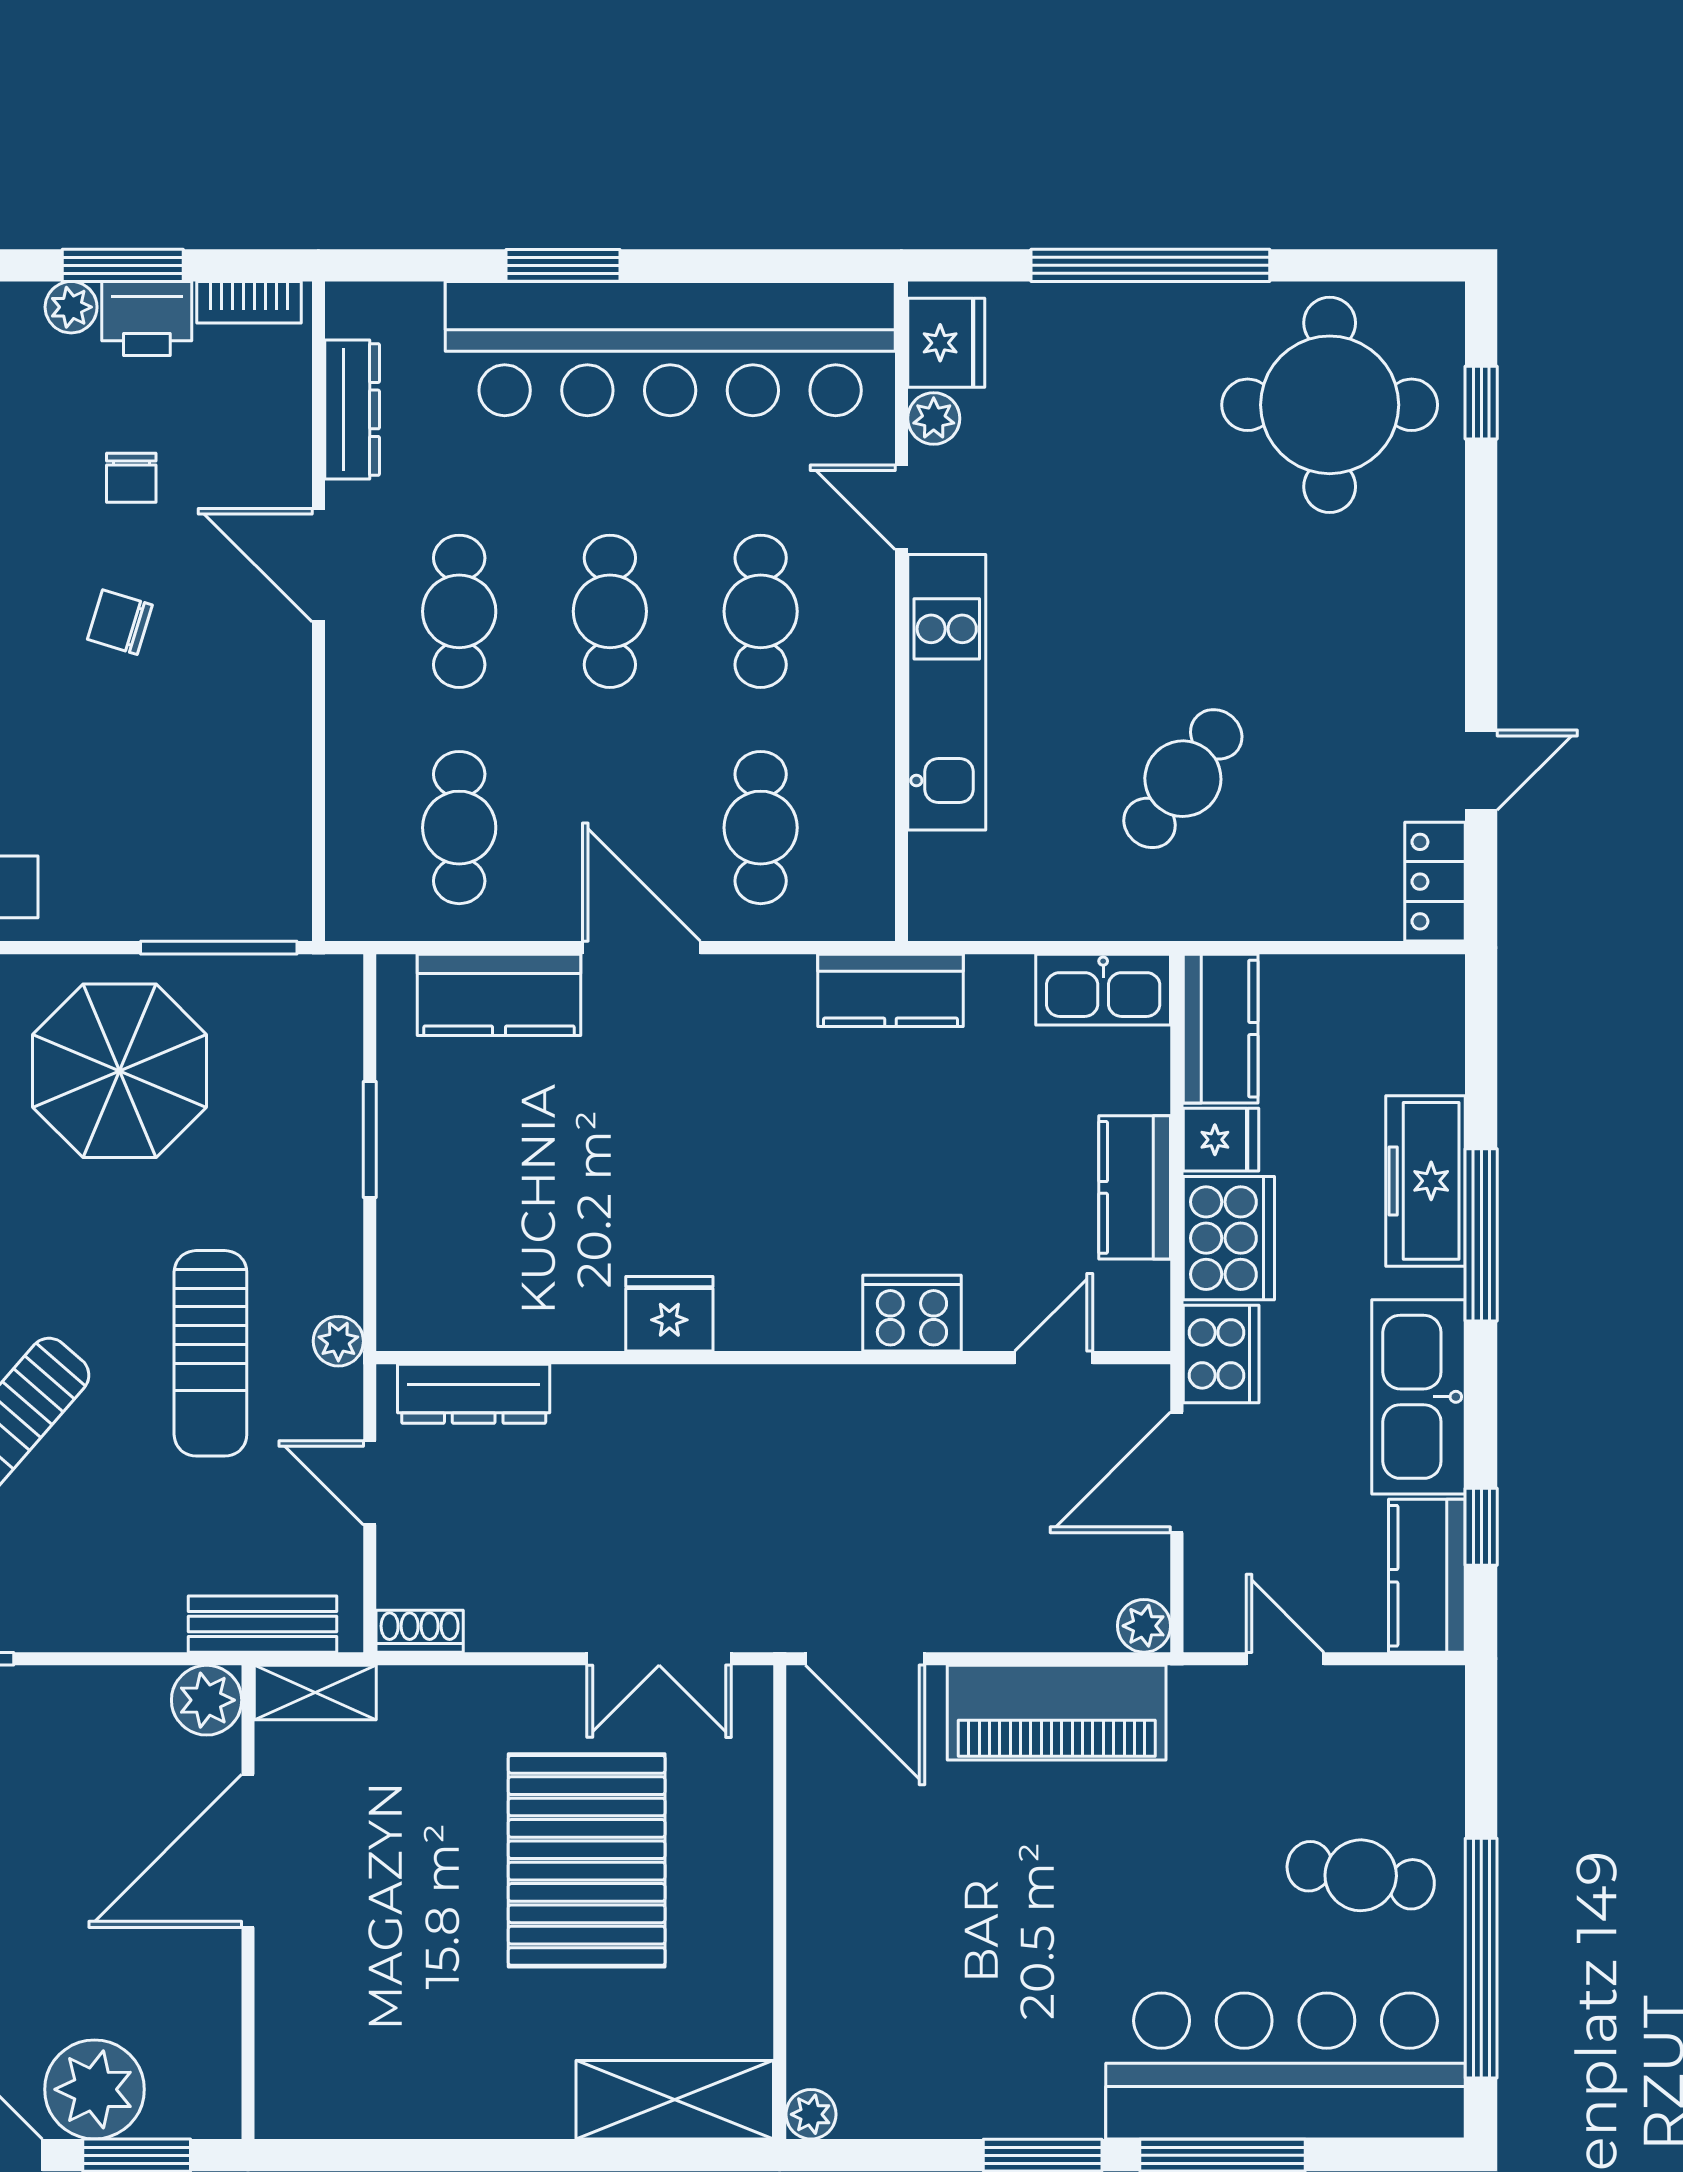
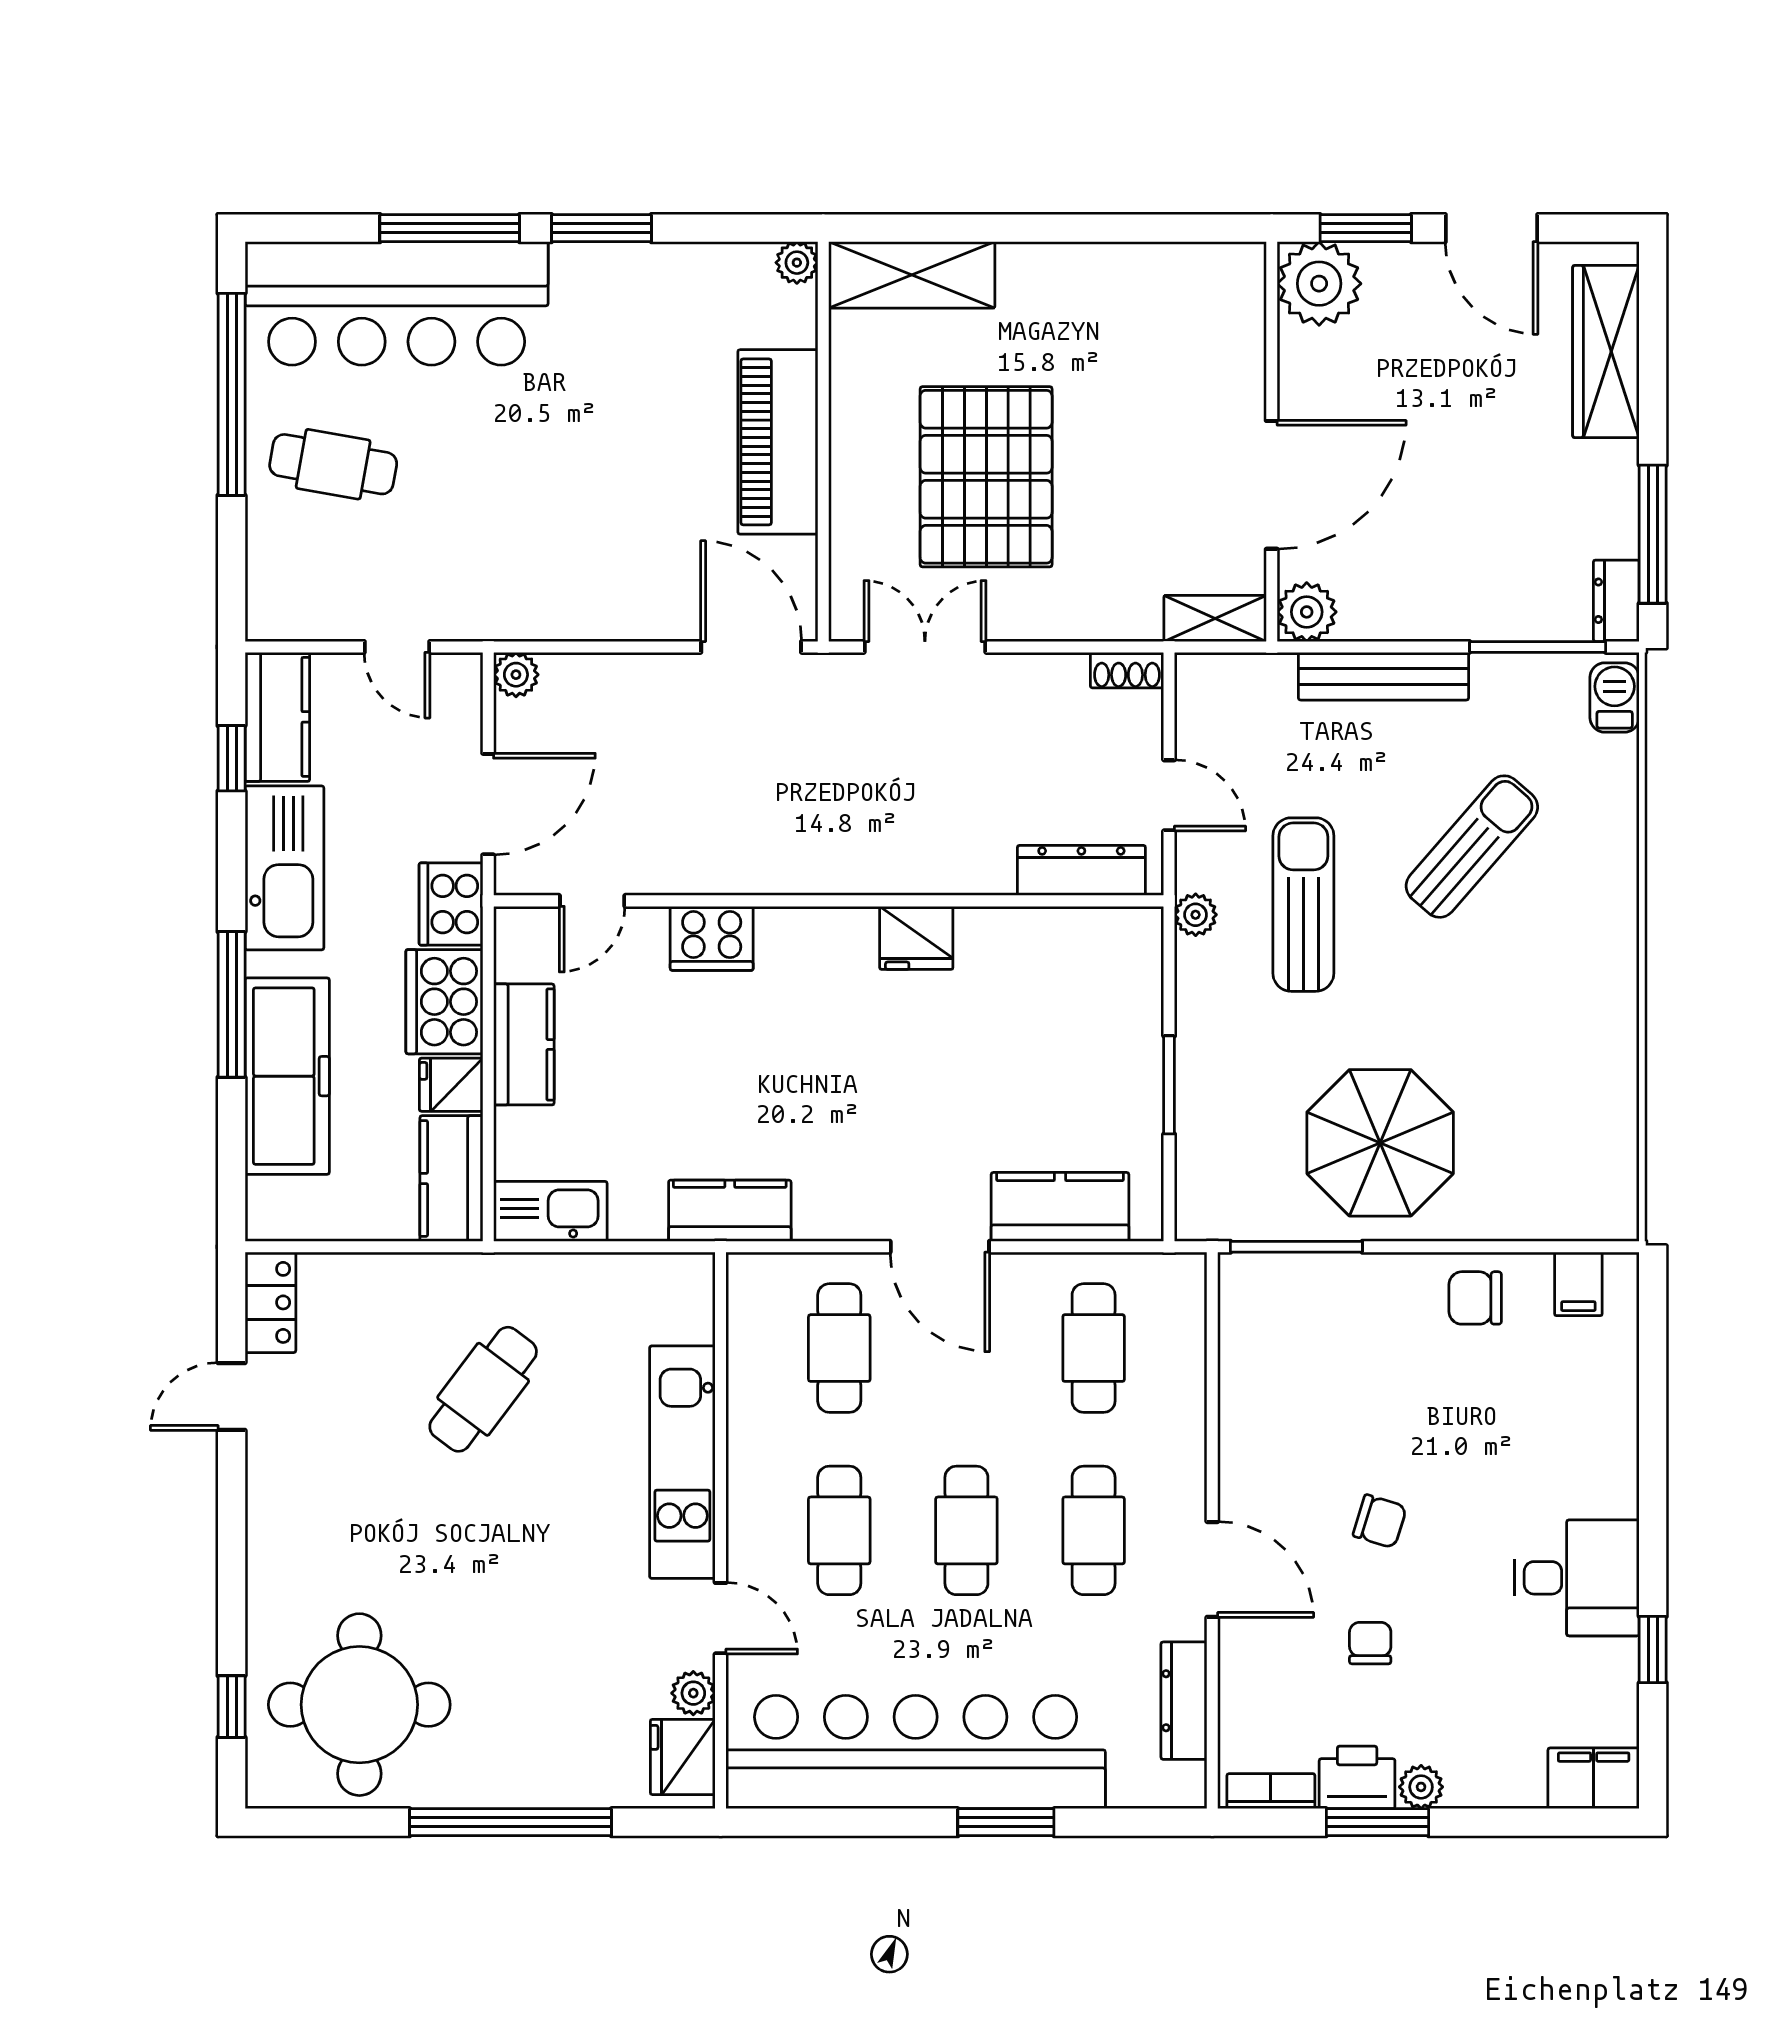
freezer: (1426, 1181) -> (287, 1076), width x1.36, depth x1.26
bench: (263, 1624) -> (1383, 676), moved, width x1.36
piano: (1057, 1713) -> (778, 442), moved, turned -90
plant: (94, 2089) -> (1319, 284), moved

